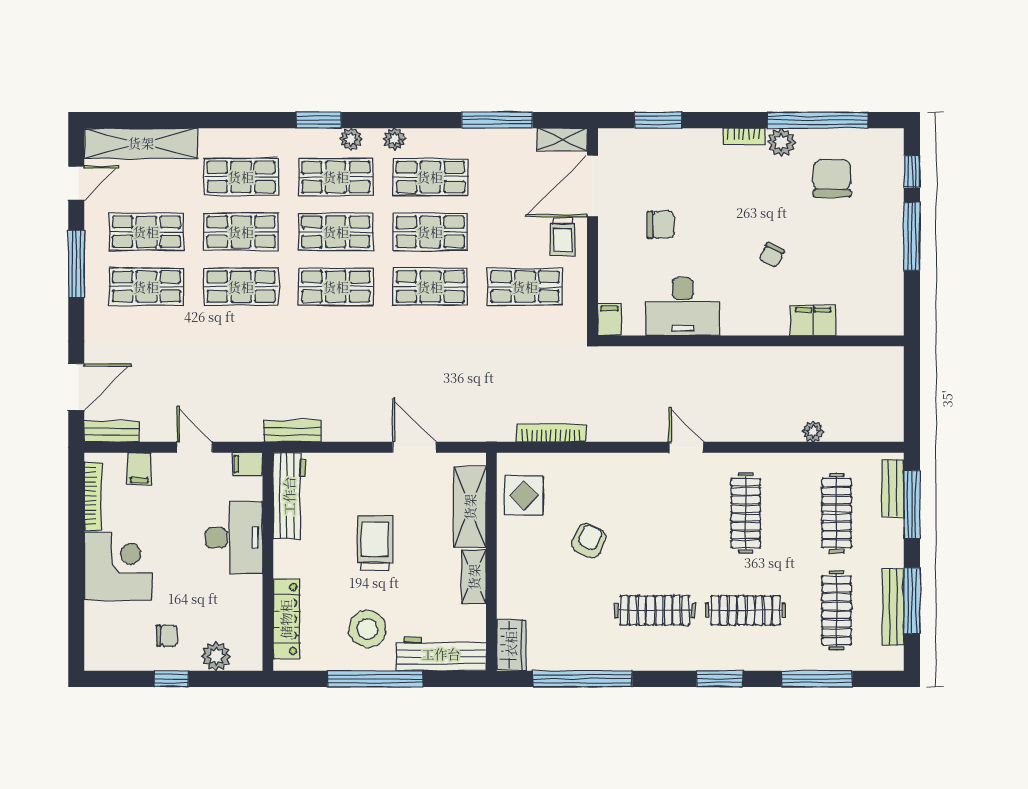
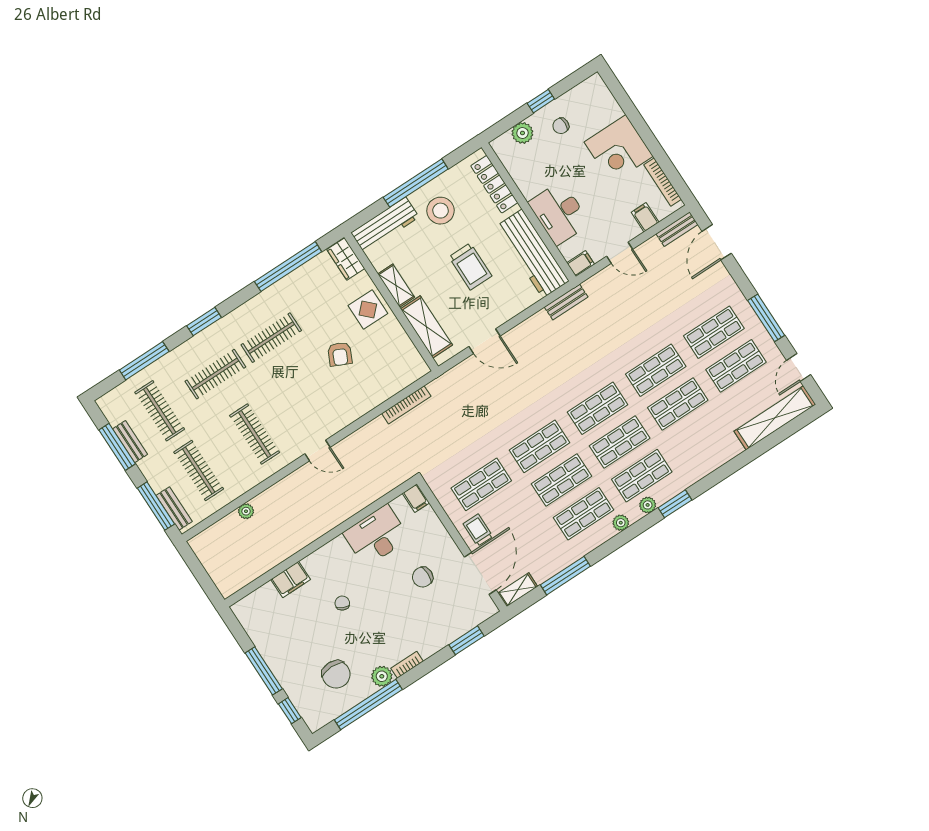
shop shelf: (241, 177) -> (700, 438), removed
display table: (524, 495) -> (368, 309), moved
workbench: (289, 496) -> (532, 254), width x1.36, depth x1.32
bench: (893, 607) -> (130, 442), width x0.73

